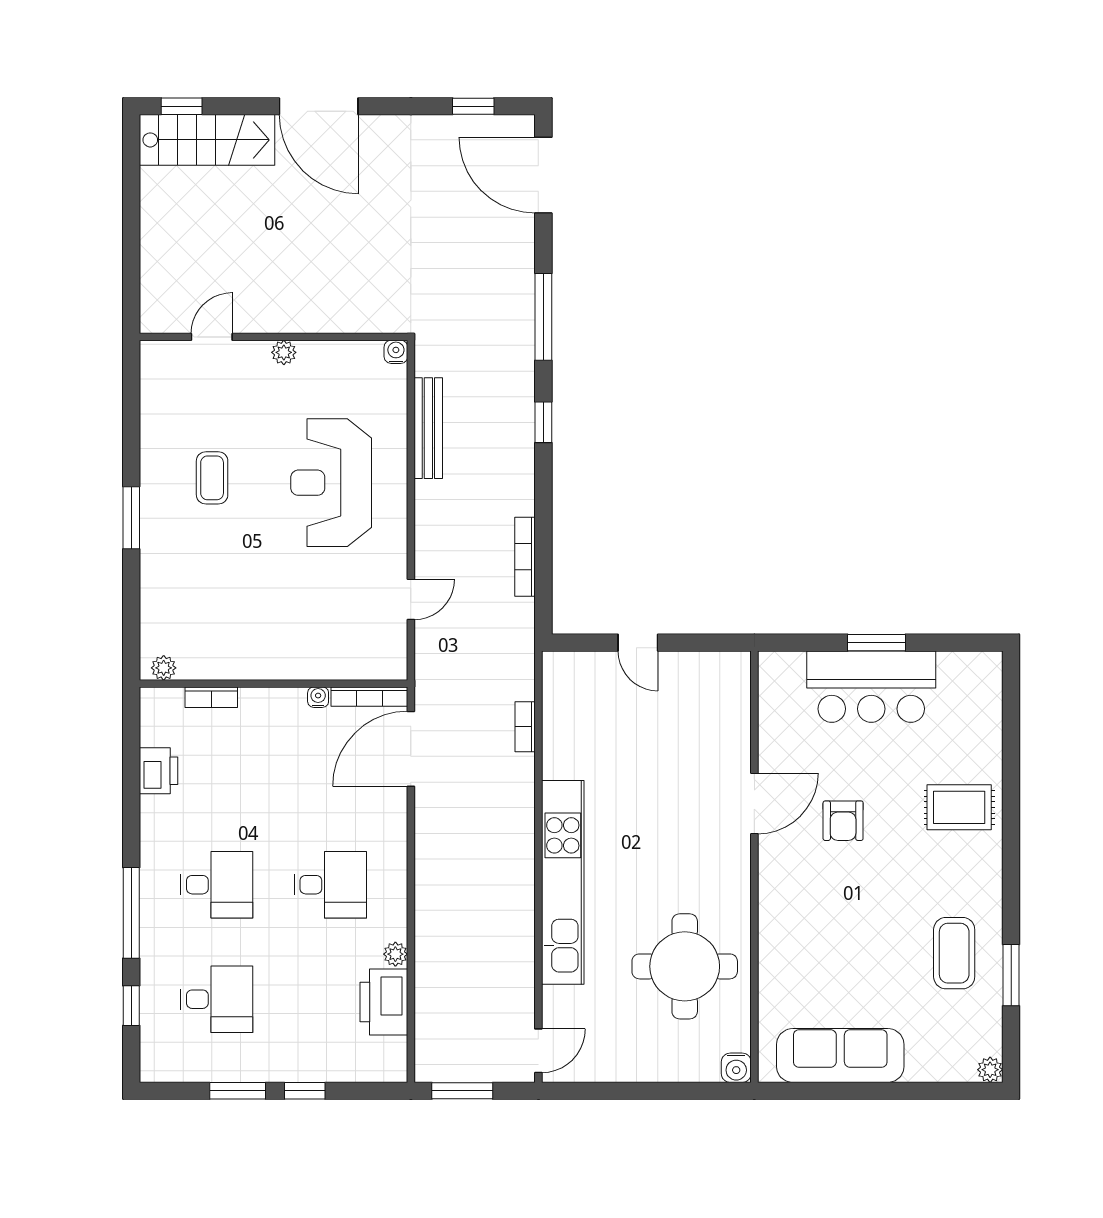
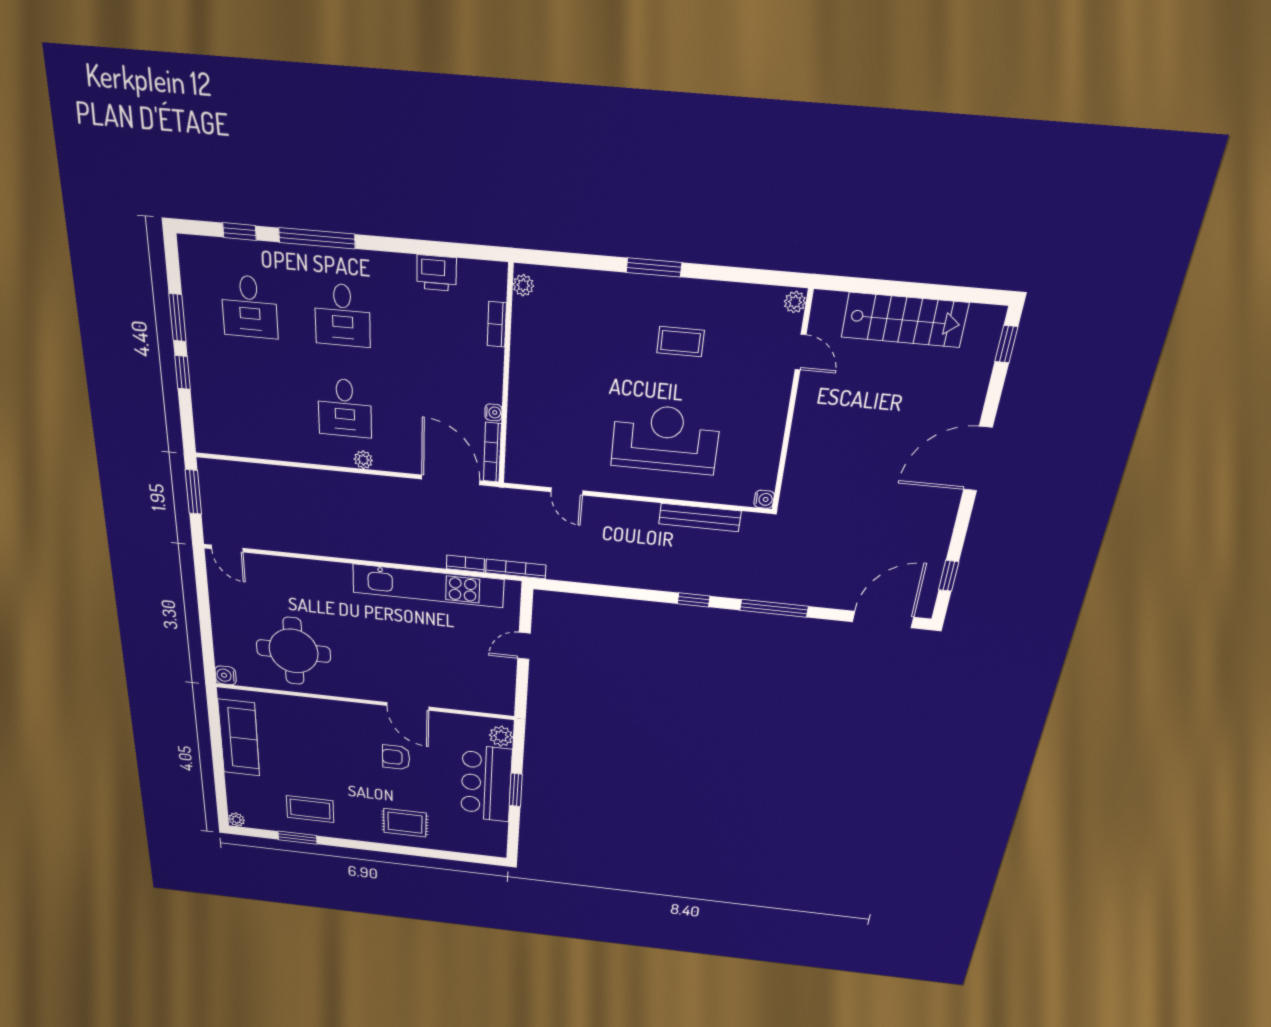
stairs: (207, 140) -> (905, 320), moved, turned -90
plant: (284, 352) -> (795, 302), moved
bookcase: (525, 557) -> (516, 569), moved
plant: (787, 668) -> (501, 736), added
rug: (959, 807) -> (405, 823), turned 90
kitchen unit: (563, 882) -> (428, 586), moved
plant: (395, 954) -> (363, 460), moved
printer: (384, 1002) -> (256, 441), removed

